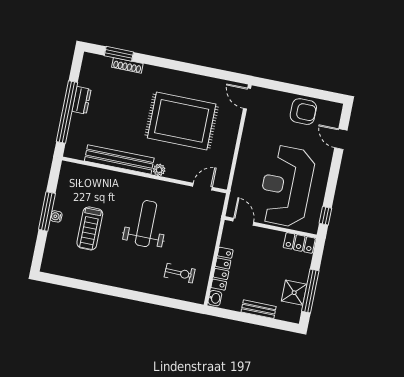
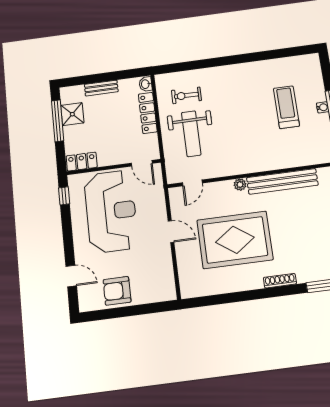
shoe rack: (127, 65) -> (280, 281), moved
door: (247, 99) -> (171, 231), moved
weight bench: (146, 224) -> (191, 134), moved

